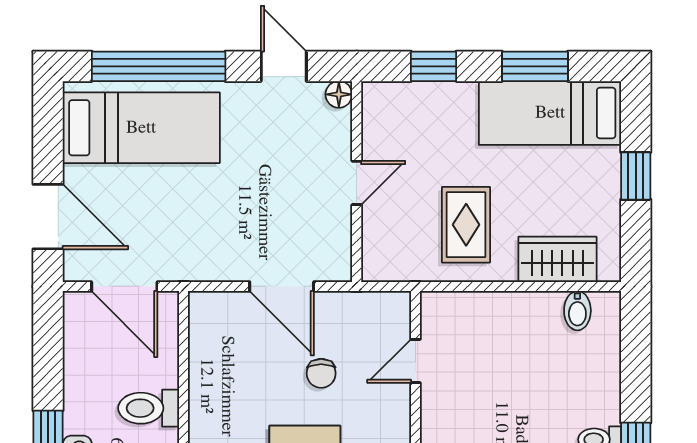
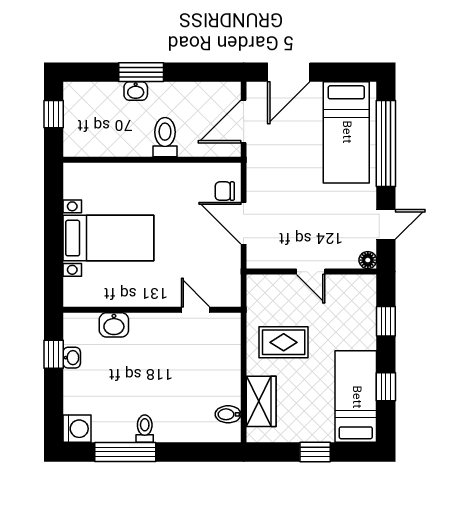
window: (535, 66) -> (386, 387), width x0.67
door: (282, 286) -> (244, 223), hinge flipped
chair: (321, 373) -> (225, 191), moved

